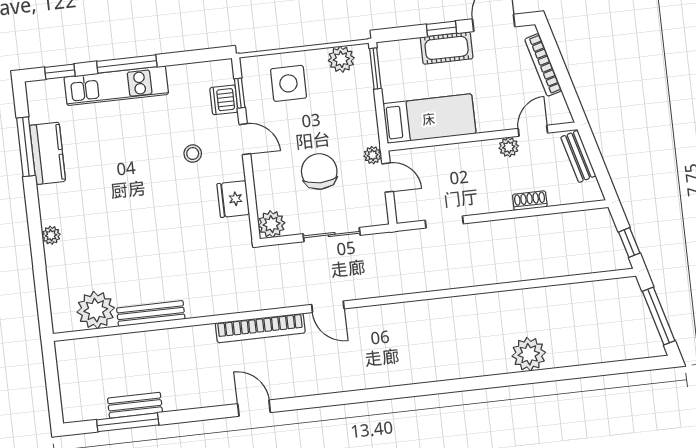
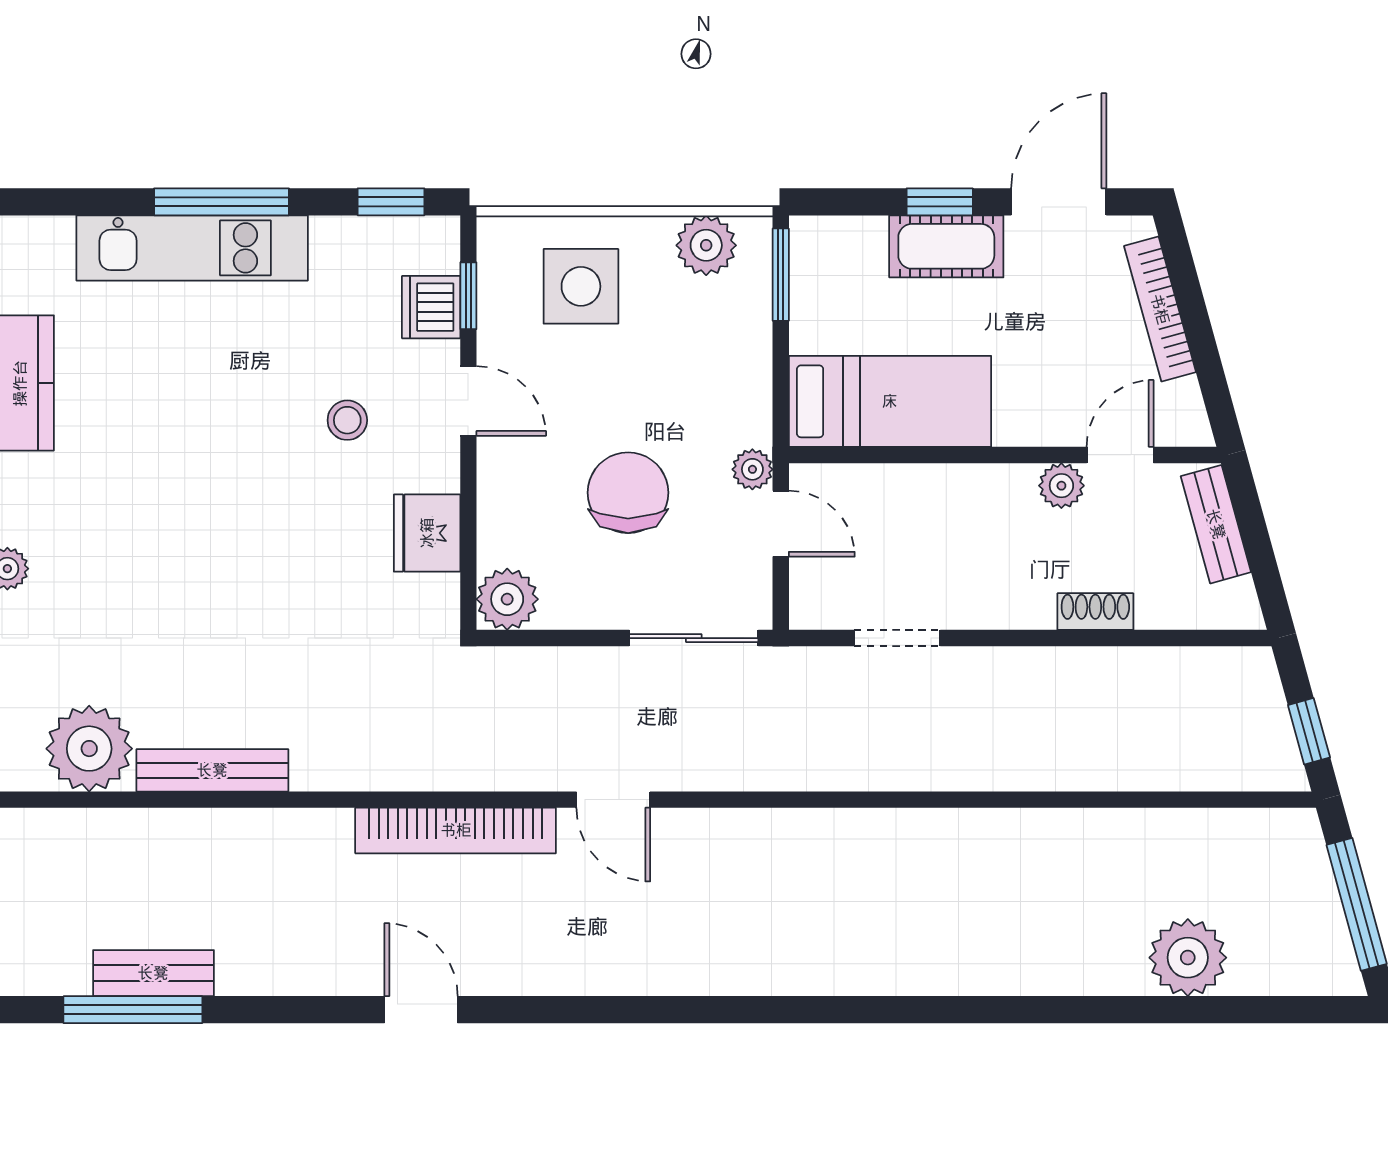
window: (60, 72) -> (391, 202), moved
sliding door: (332, 235) -> (694, 638), moved
plant: (529, 354) -> (1188, 958), moved

